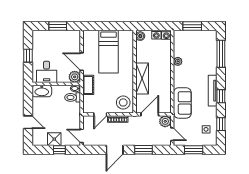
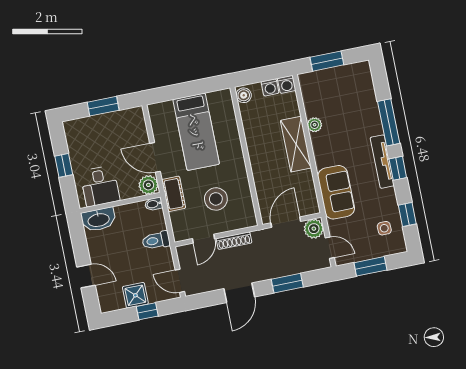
window: (221, 54) -> (389, 122), moved
shelving: (142, 79) -> (296, 144), moved
toilet: (73, 97) -> (156, 240), moved
stool: (123, 102) -> (216, 199), moved

